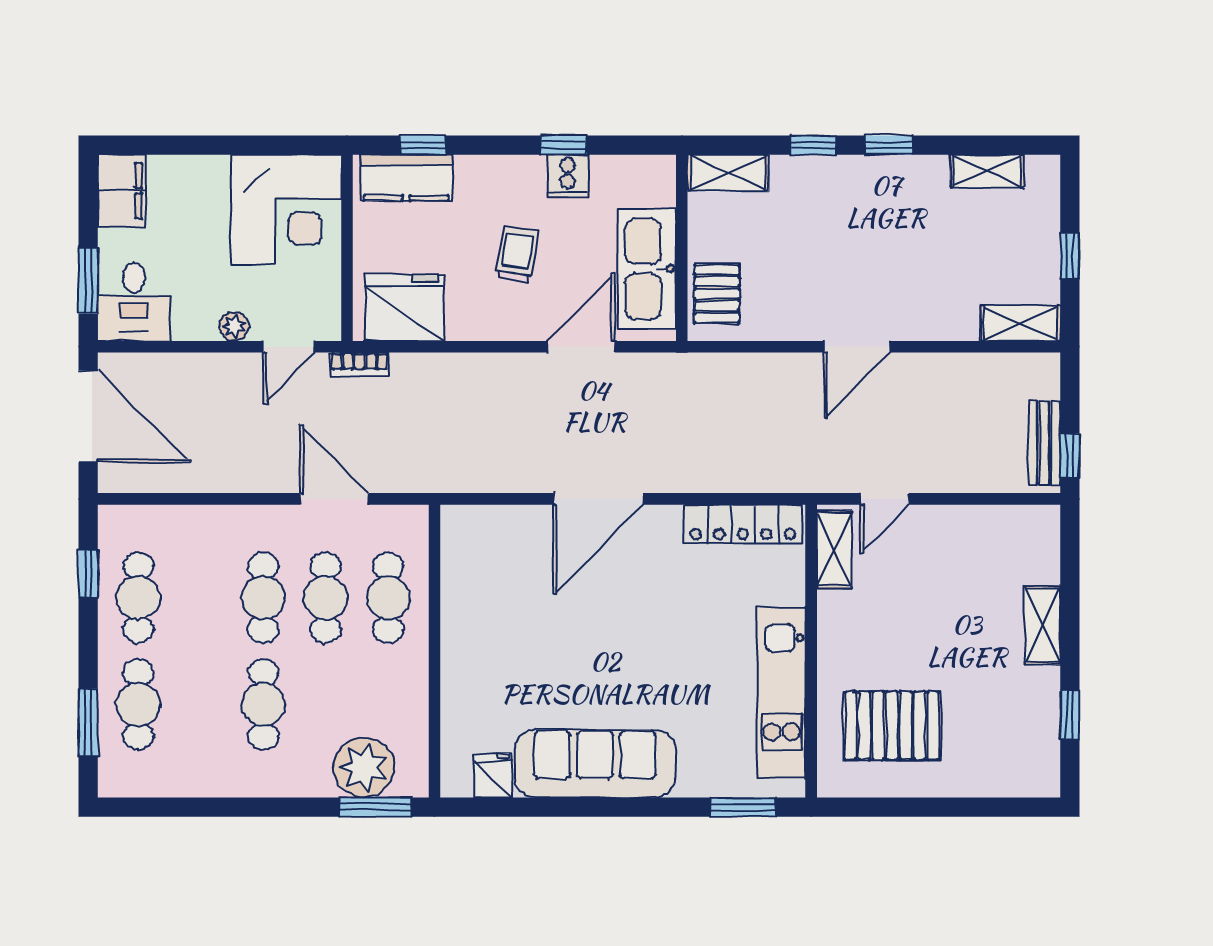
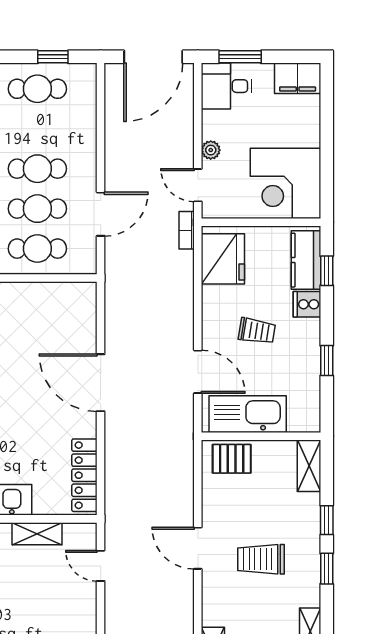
cooker: (568, 176) -> (307, 304), moved
trolley: (874, 248) -> (261, 559), added
shelving: (834, 549) -> (37, 534), moved

